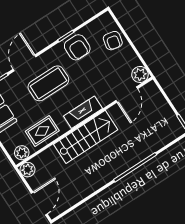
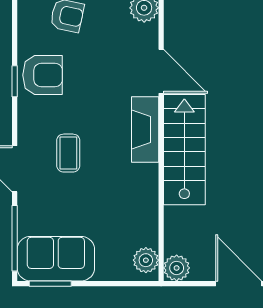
coffee table: (48, 83) -> (68, 153), width x0.54, depth x0.58
door: (127, 95) -> (161, 71), moved
rug: (42, 131) -> (133, 209), removed

